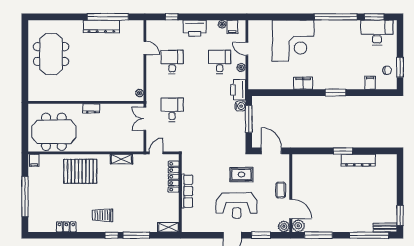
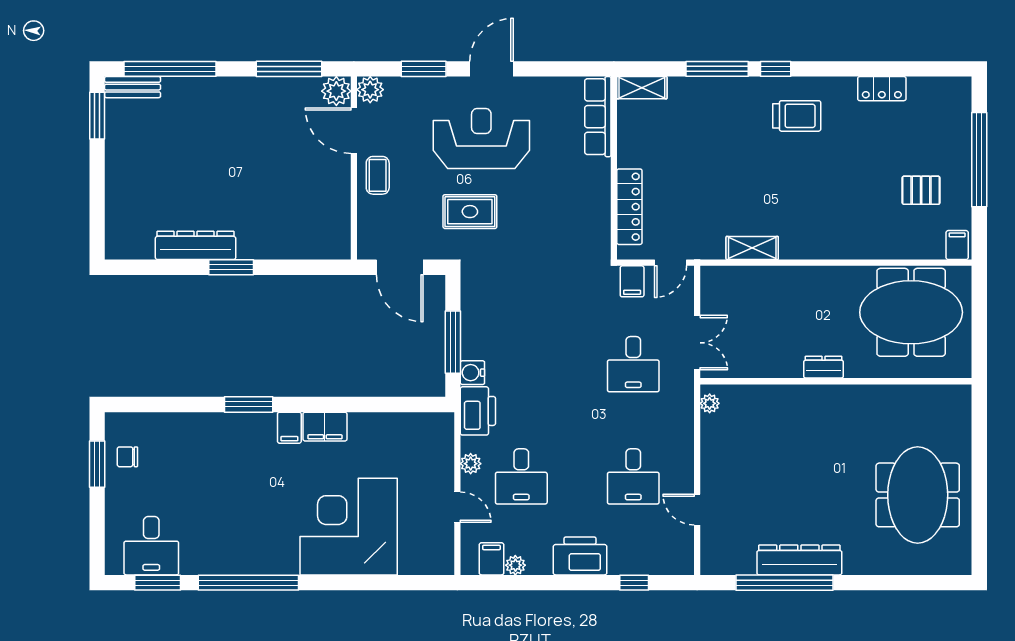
desk: (377, 32) -> (151, 546), width x0.73
filing cabinet: (370, 83) -> (289, 428), moved
filing cabinet: (173, 145) -> (632, 281), added
pallet: (80, 171) -> (921, 190), moved, width x0.49, depth x0.50
row of seats: (187, 191) -> (598, 117), moved

